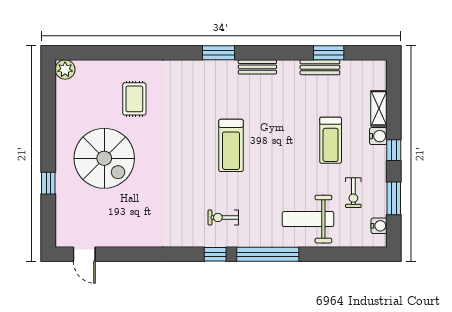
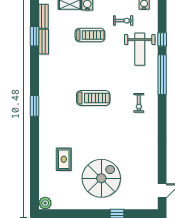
bench: (257, 67) -> (43, 16), moved
rug: (134, 99) -> (64, 159), turned 90
window: (215, 254) -> (162, 39), moved

